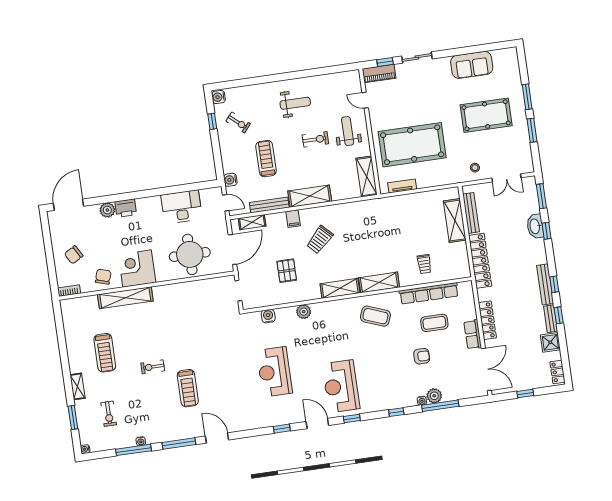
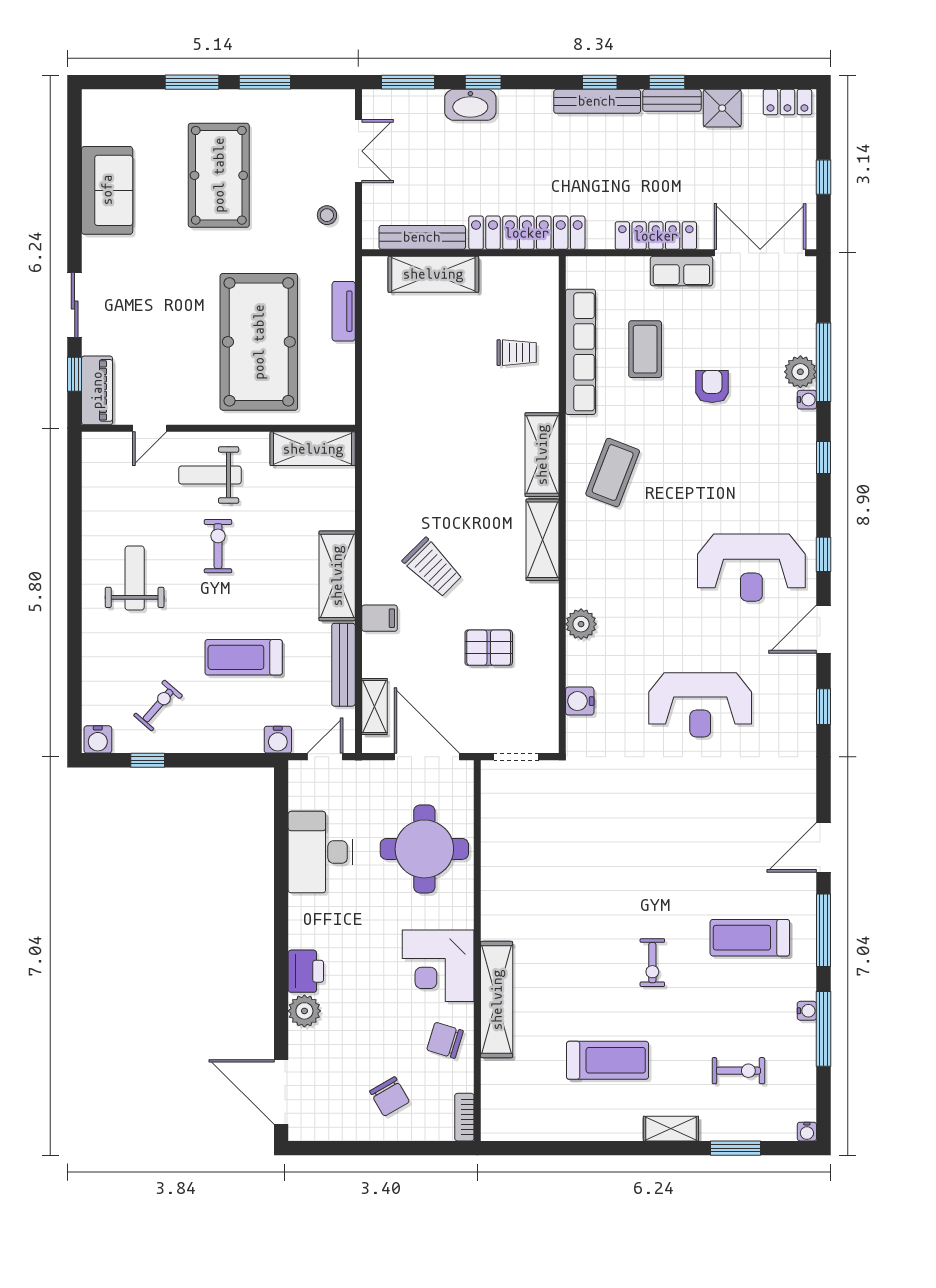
tv unit: (402, 186) -> (344, 311), moved
treadmill: (188, 388) -> (750, 938), moved, turned 180

